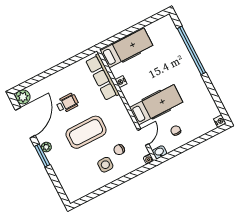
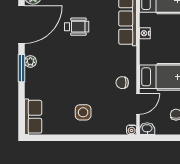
coffee table: (86, 132) -> (80, 68), removed
chair: (119, 150) -> (122, 83), moved
row of seats: (70, 187) -> (33, 117), added

